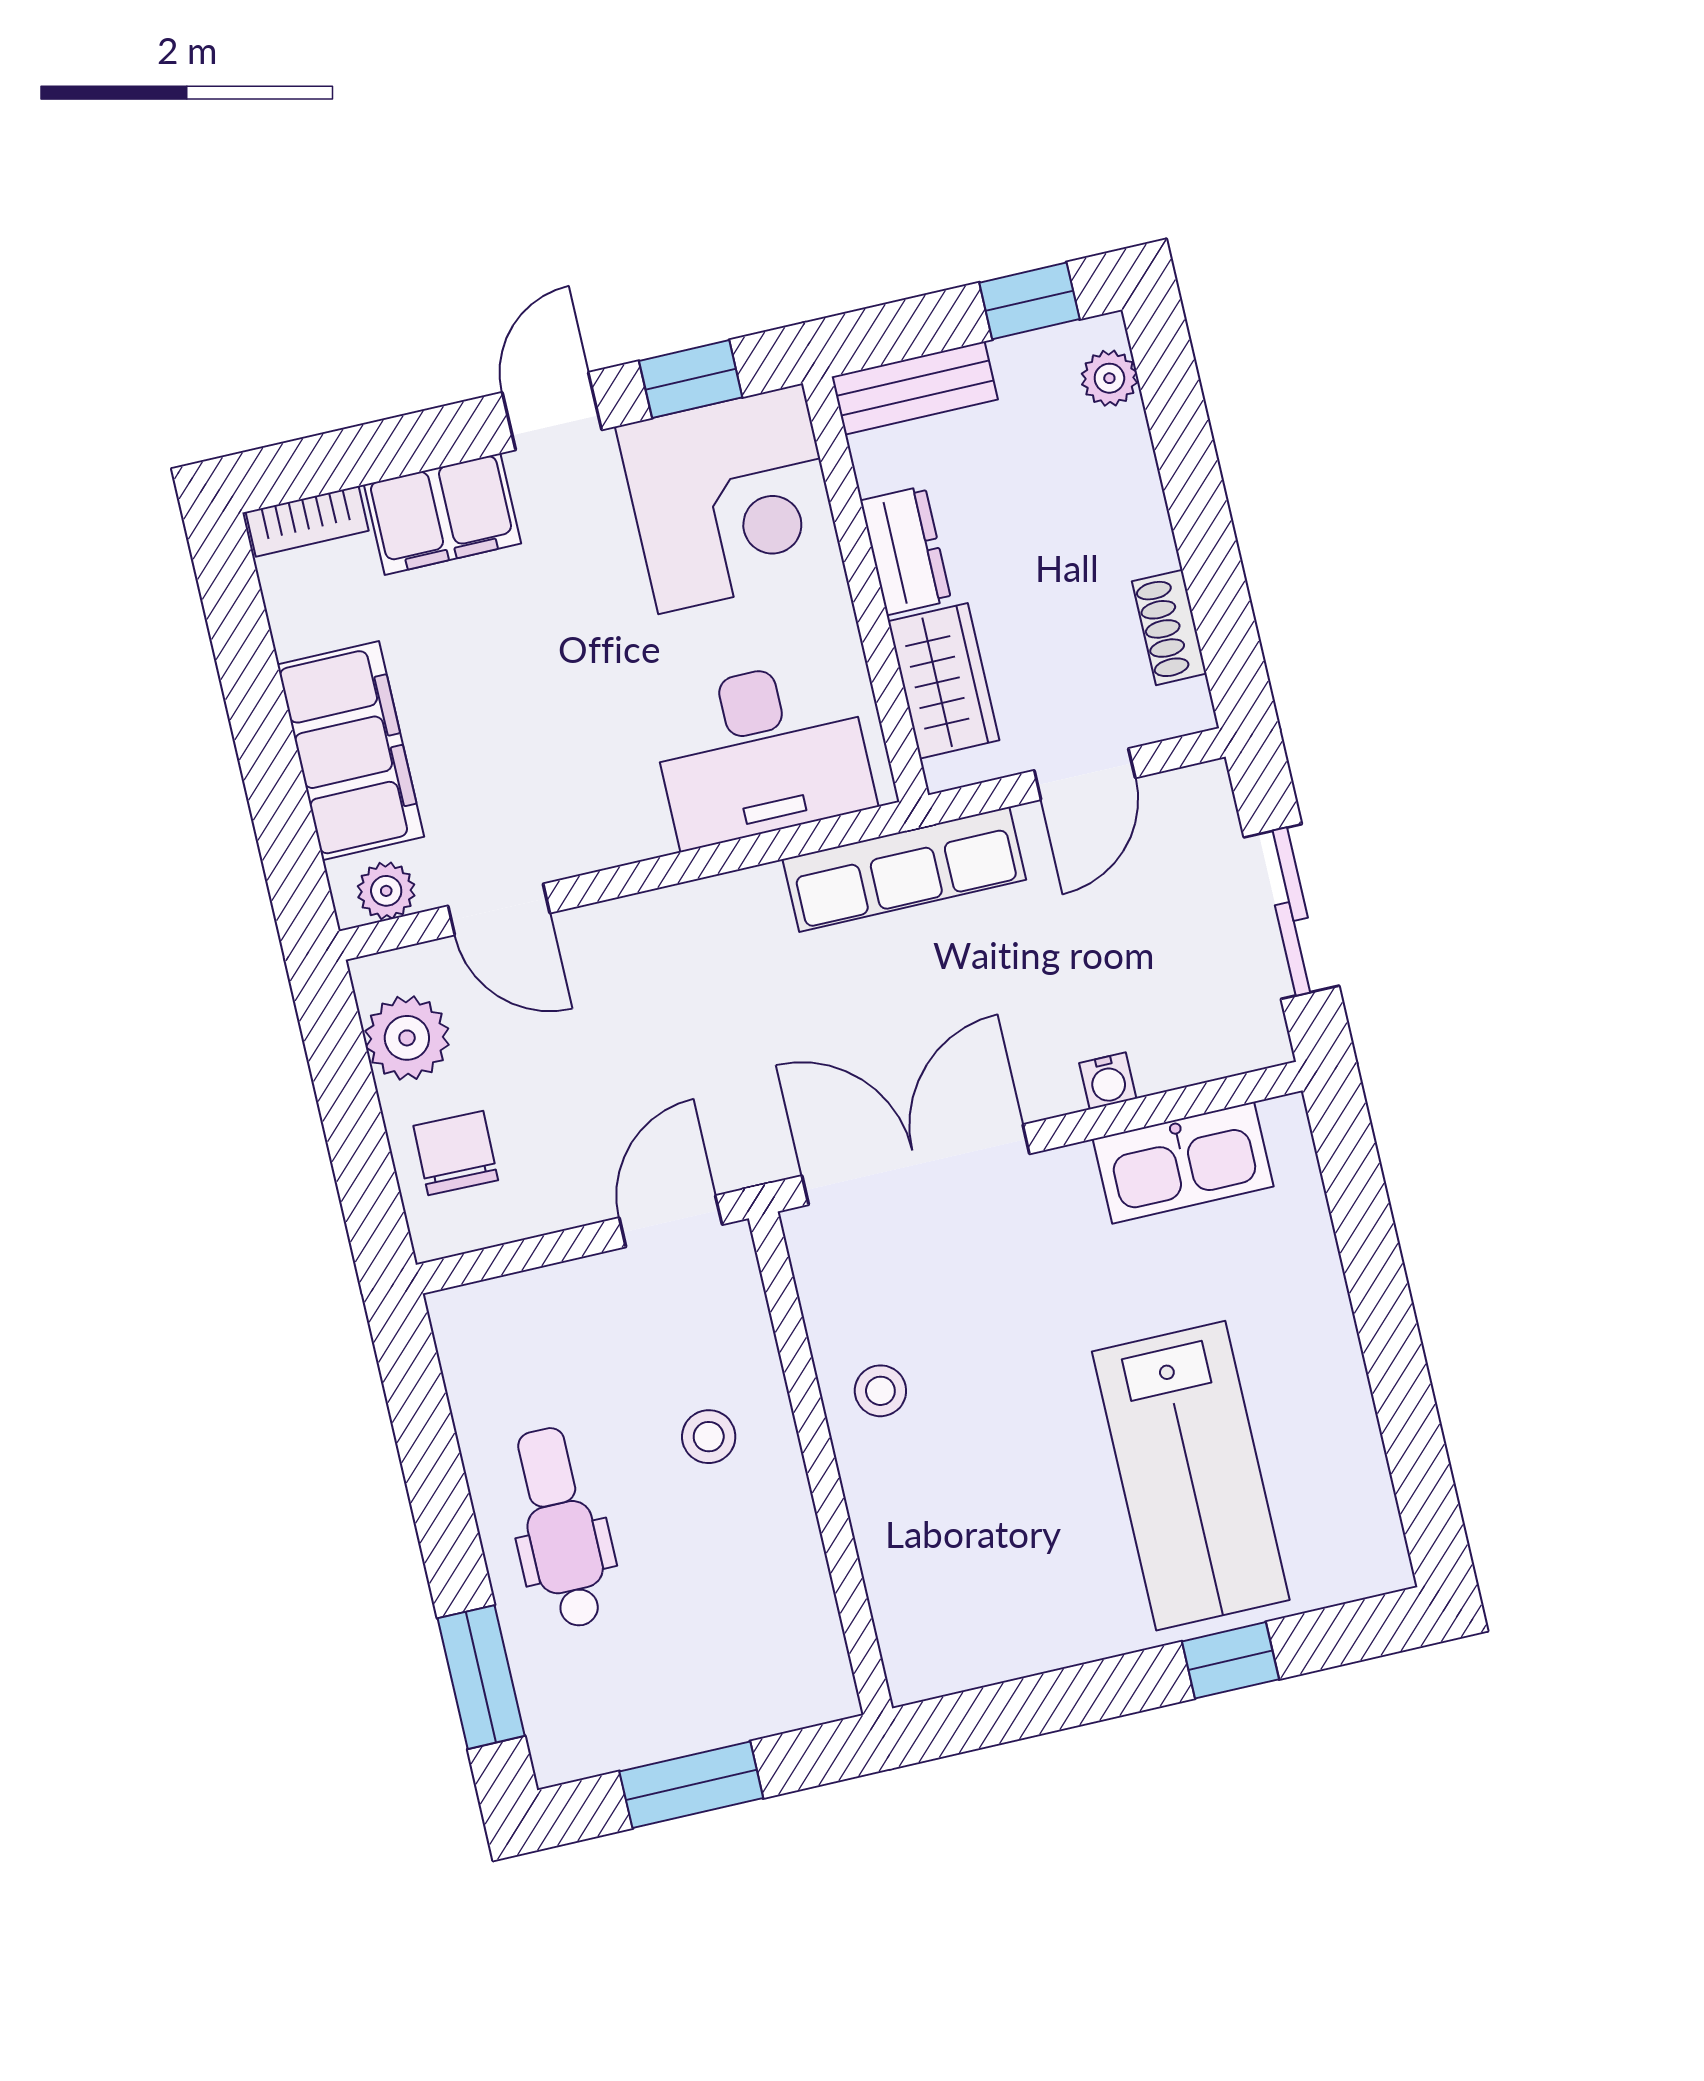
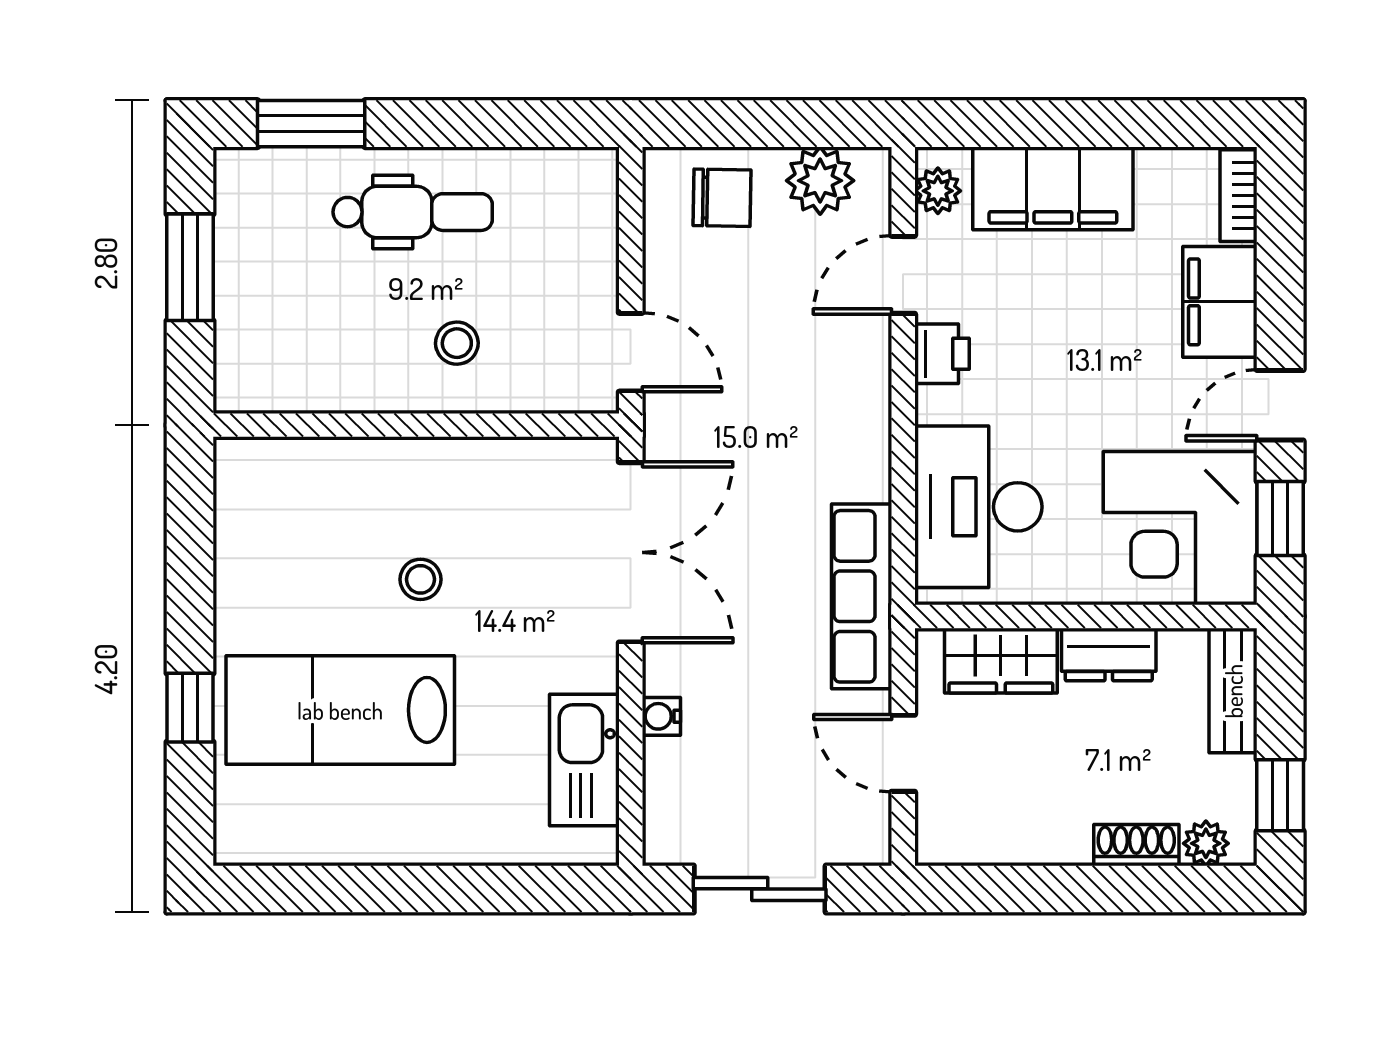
door: (552, 411) -> (1280, 405), swing flipped
shoe rack: (1169, 627) -> (1136, 845), moved
printer: (585, 840) -> (942, 354), added
stool: (880, 1391) -> (420, 579), moved

